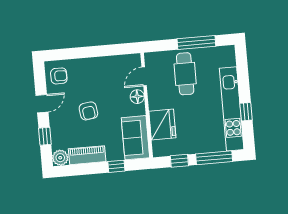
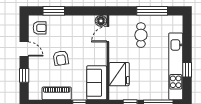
window: (75, 53) -> (54, 11), added
cafe table: (185, 74) -> (141, 35), width x0.73, depth x0.74
floor lamp: (137, 97) -> (101, 21), moved
door: (42, 104) -> (24, 49), hinge flipped
plant: (60, 158) -> (35, 94), removed

